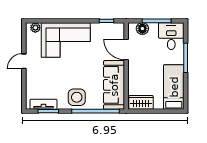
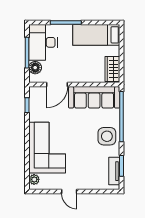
desk: (171, 36) -> (43, 42), width x1.37

